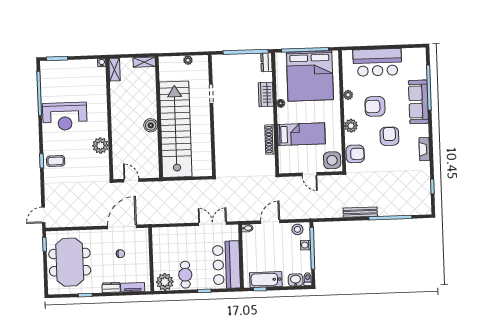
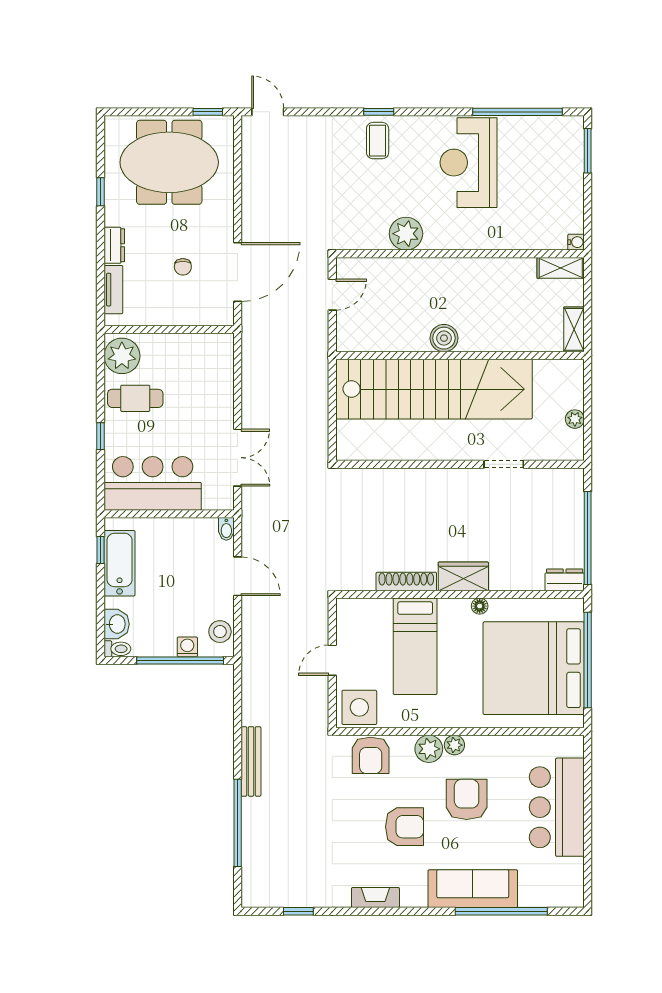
wardrobe: (266, 95) -> (463, 576), moved
plant: (348, 95) -> (454, 745), moved
door: (122, 227) -> (238, 272), hinge flipped

